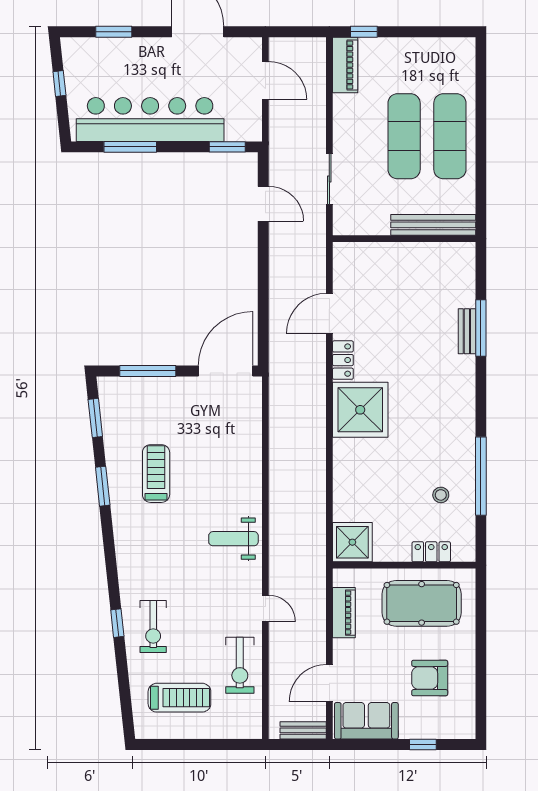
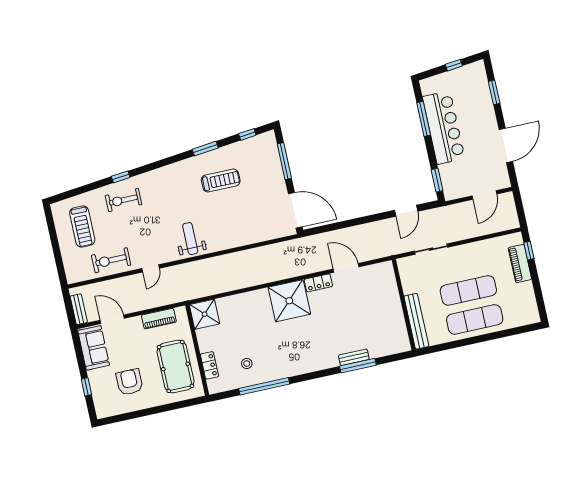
piano: (345, 65) -> (520, 264), moved, turned 90
bar counter: (150, 120) -> (444, 128), width x0.73
window: (95, 418) -> (247, 134), width x0.67

